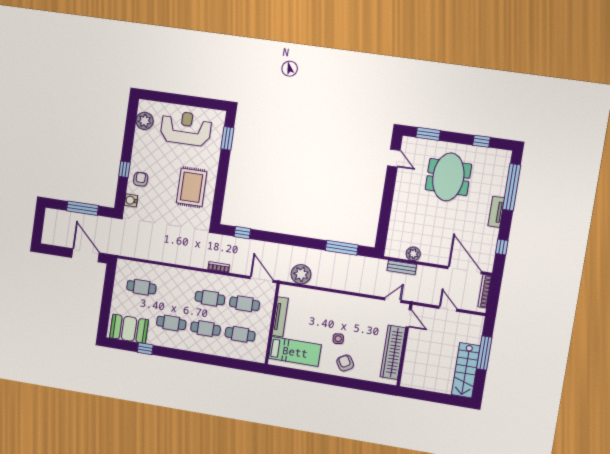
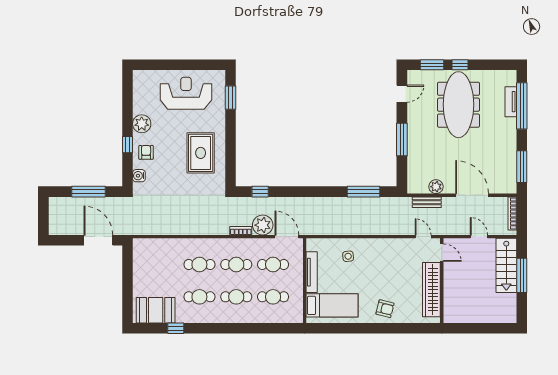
plant: (145, 121) -> (142, 124), moved
window: (482, 141) -> (460, 65), moved
door: (394, 158) -> (402, 94), hinge flipped
meeting table: (448, 177) -> (459, 105), width x1.36
window: (387, 203) -> (402, 139), added
tv unit: (496, 212) -> (511, 102), moved
window: (502, 247) -> (522, 167), width x2.17
door: (465, 270) -> (472, 195), moved
plant: (301, 274) -> (263, 225), moved
cafe table: (141, 287) -> (199, 264), moved
door: (393, 300) -> (423, 237), hinge flipped
side table: (338, 339) -> (348, 256), moved
armchair: (345, 363) -> (385, 309), turned 134
stairs: (466, 370) -> (506, 265), moved

